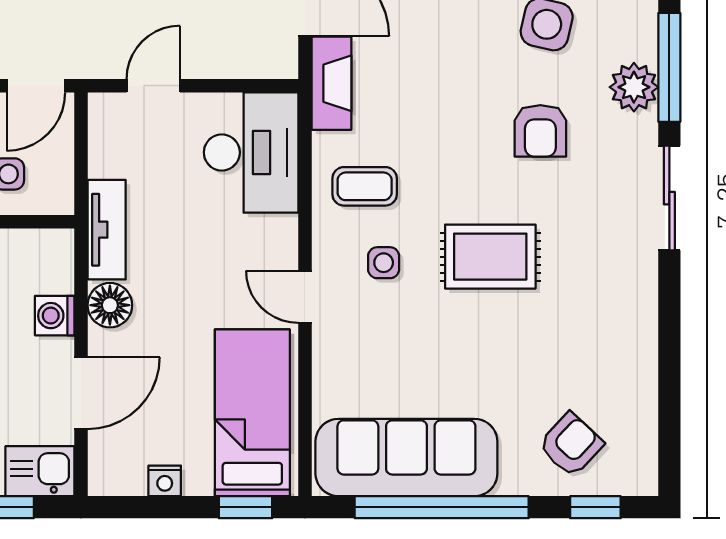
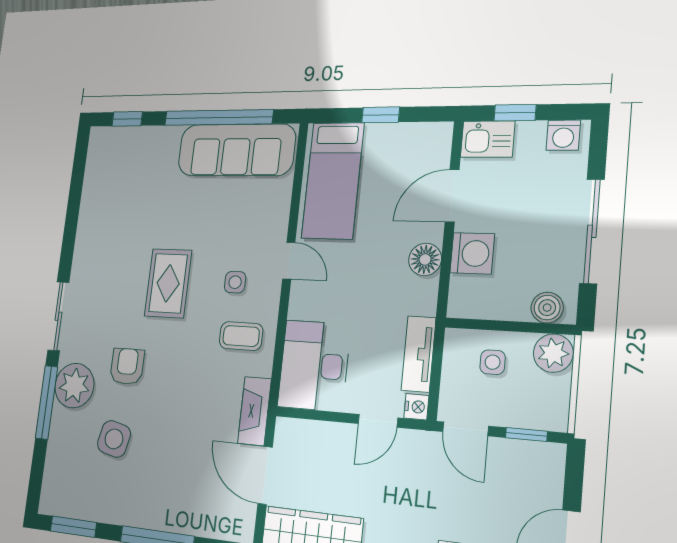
door: (36, 86) -> (465, 429), swing flipped
plant: (634, 87) -> (74, 386), width x1.36, depth x1.36
tv unit: (107, 230) -> (419, 354), moved
rug: (490, 257) -> (168, 283), turned 90
washing machine: (55, 316) -> (472, 253), width x1.38, depth x1.38
armchair: (571, 445) -> (136, 159), removed
nightstand: (165, 481) -> (416, 407), moved, turned 90
window: (246, 507) -> (381, 115), moved

